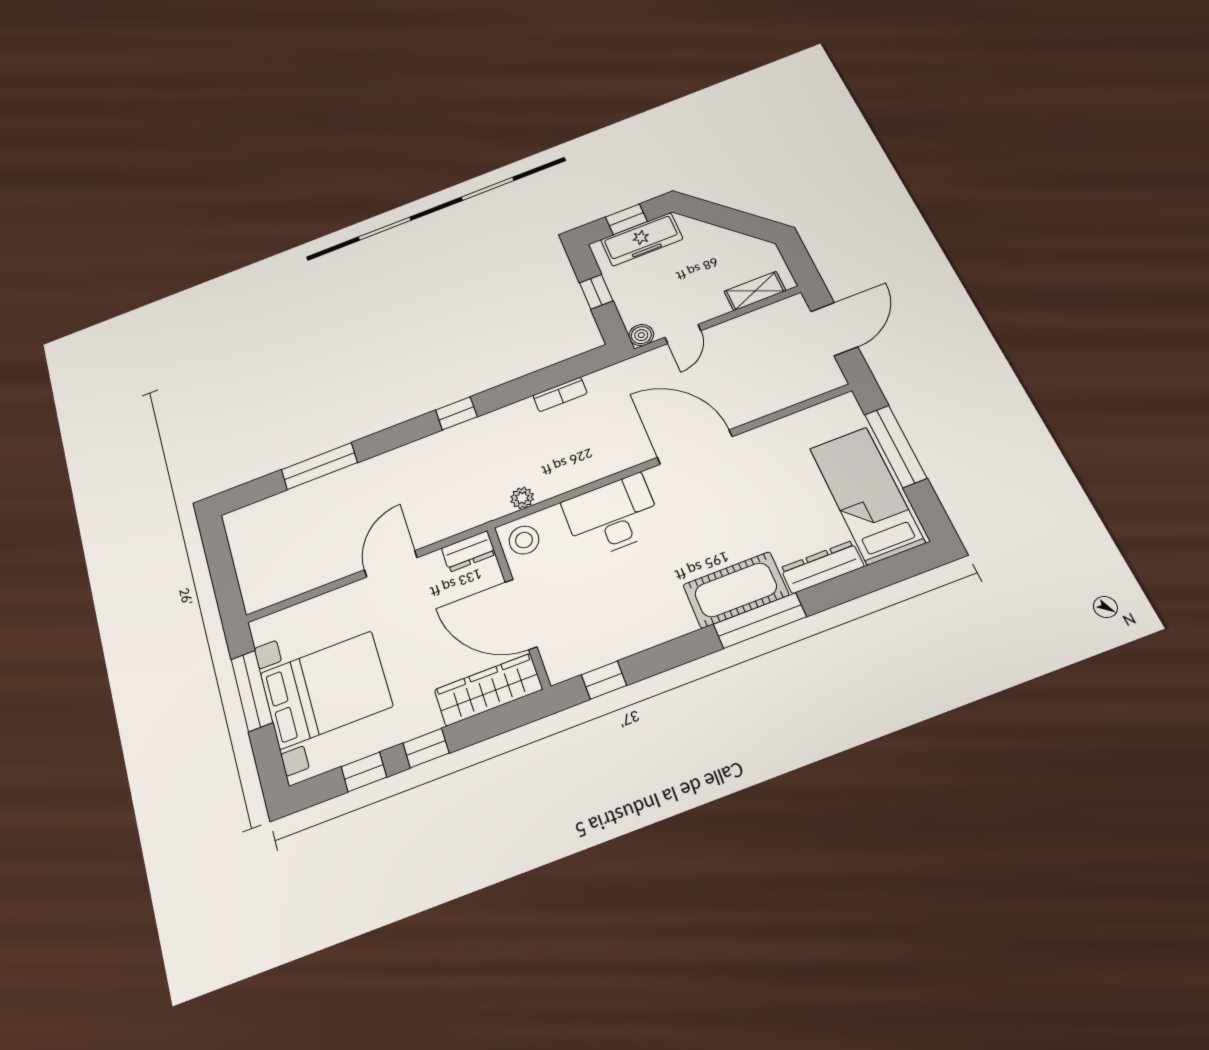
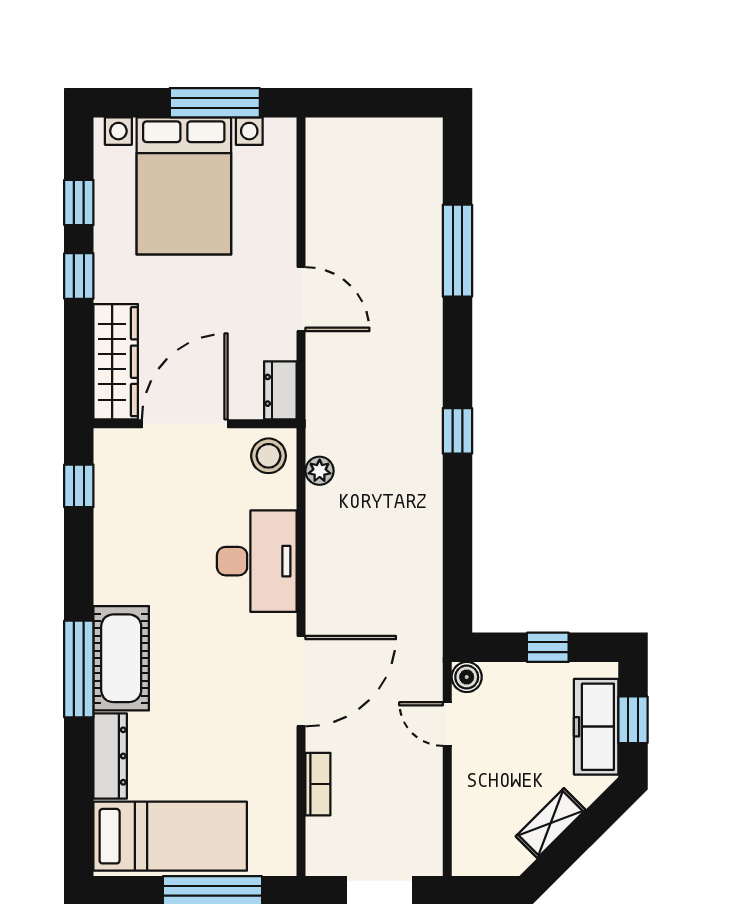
shelving: (755, 291) -> (551, 823), moved, turned 45
bookcase: (560, 394) -> (318, 784), moved, turned 180

